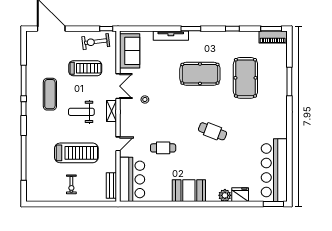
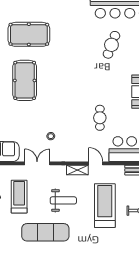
exercise mat: (50, 94) -> (45, 232), width x1.36, depth x1.45
shelving: (112, 111) -> (77, 170), moved
weight bench: (81, 112) -> (63, 200), turned -90
cafe table: (213, 131) -> (111, 45), moved

